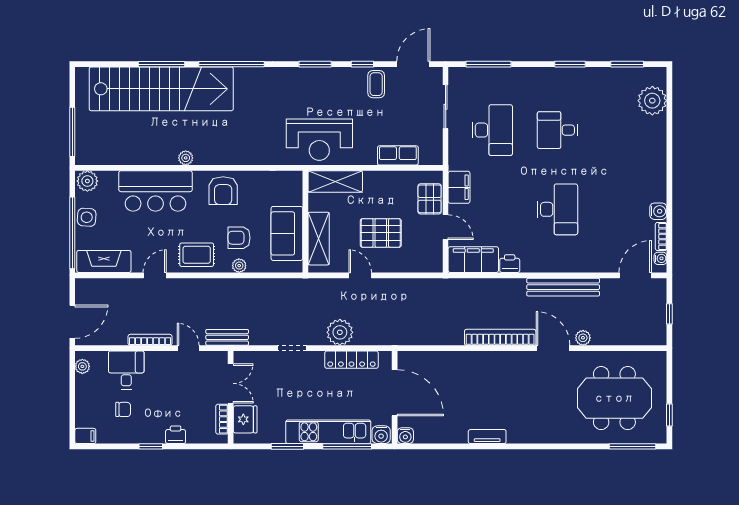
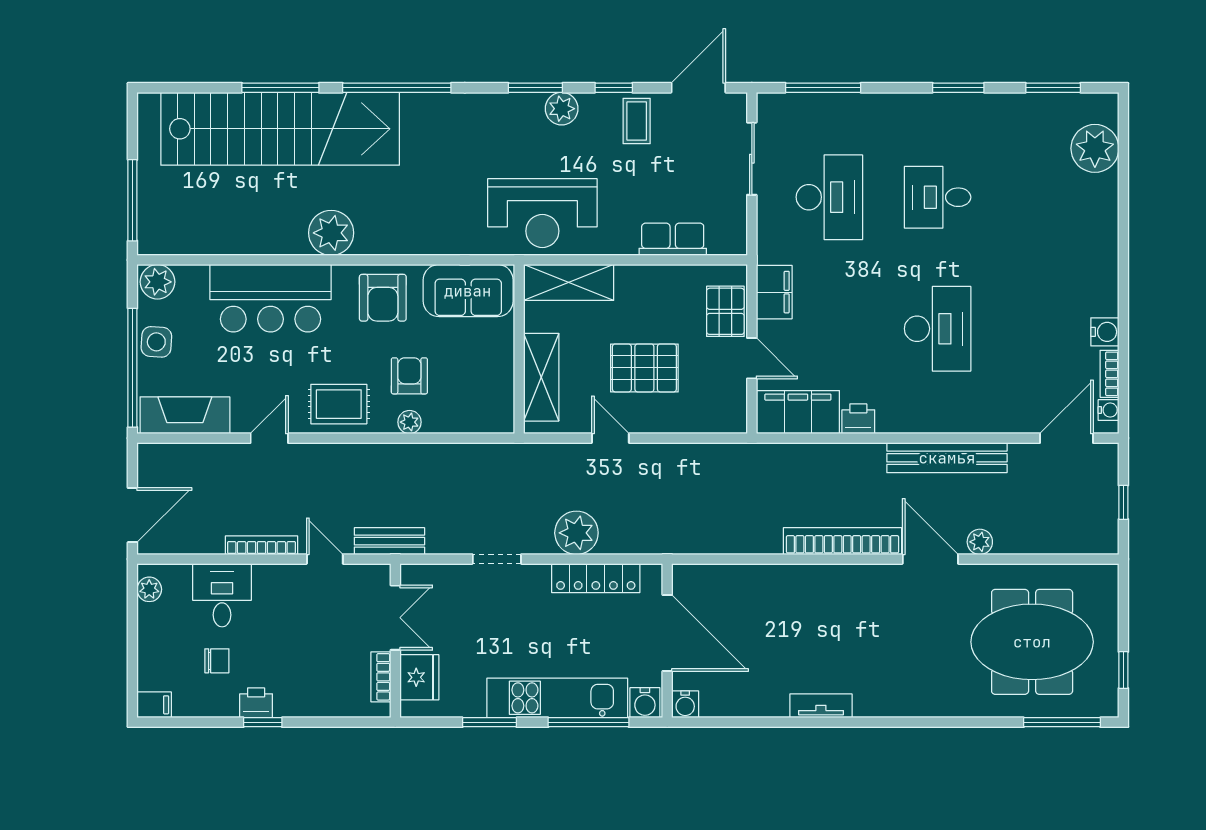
plant: (331, 77) -> (562, 109), added
plant: (186, 158) -> (331, 233), width x1.88, depth x1.88
sofa: (287, 233) -> (468, 291), moved, turned -90
armchair: (239, 238) -> (409, 376), turned 90
printer: (176, 435) -> (256, 703), moved

